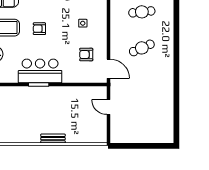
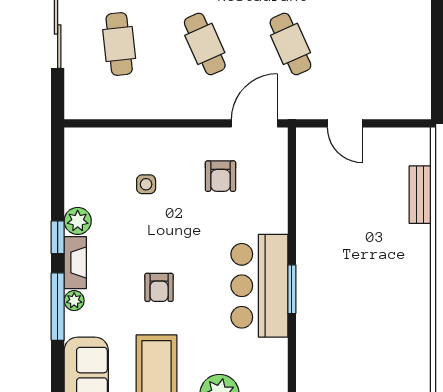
cafe table: (142, 84) -> (290, 44), added
door: (108, 107) -> (345, 123), hinge flipped
bench: (53, 139) -> (420, 195), moved

